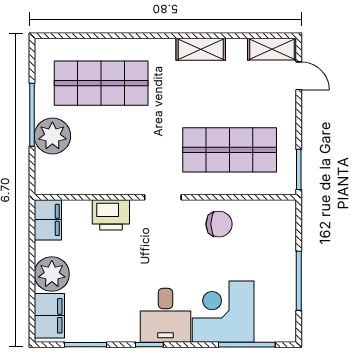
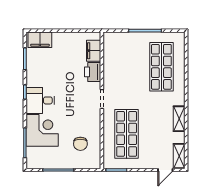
plant: (52, 136) -> (134, 41), removed
filing cabinet: (48, 220) -> (94, 51), moved, turned 90
chair: (219, 224) -> (80, 144), moved
plant: (52, 274) -> (62, 41), removed

